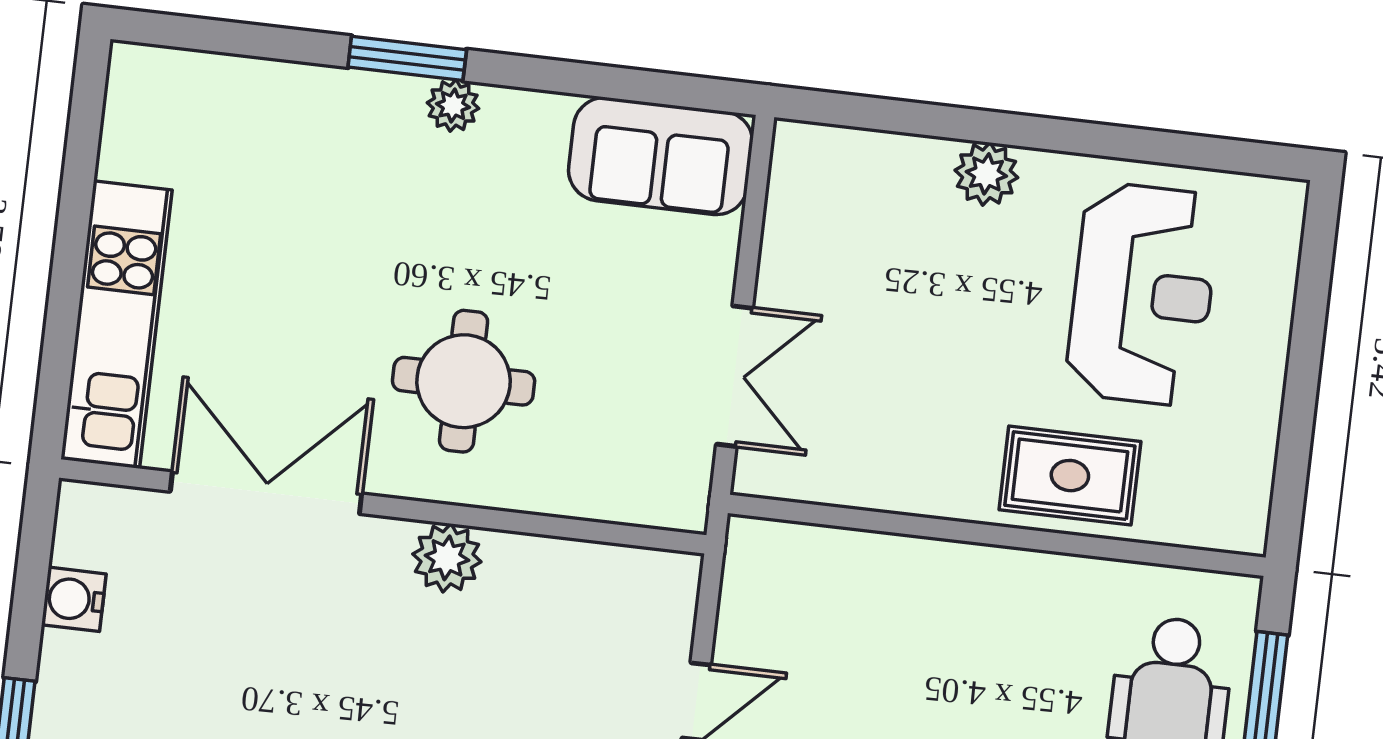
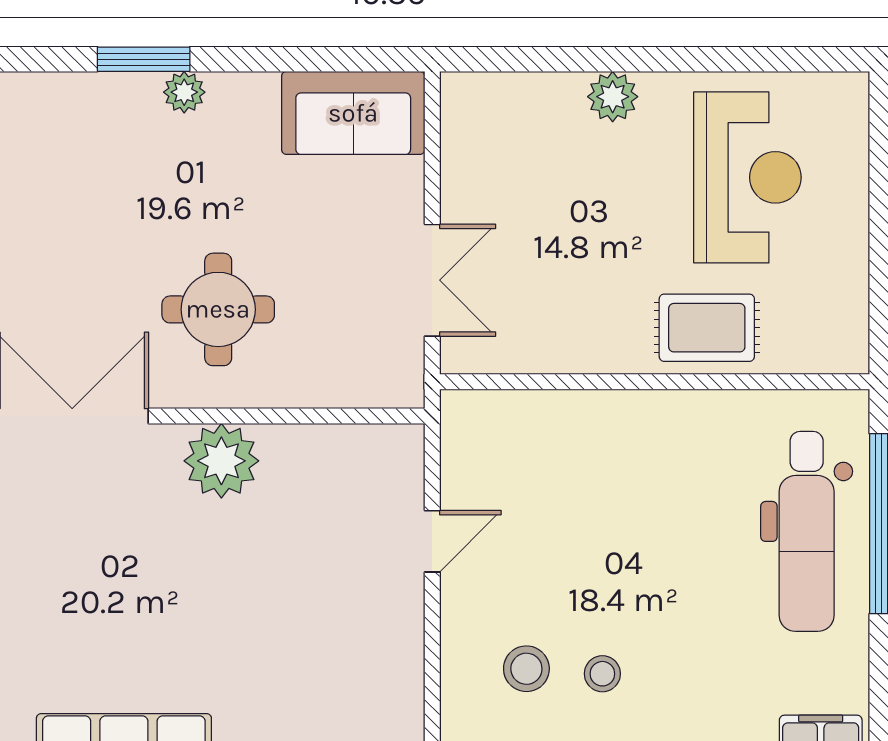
plant: (447, 558) -> (221, 461), width x1.36, depth x1.36

